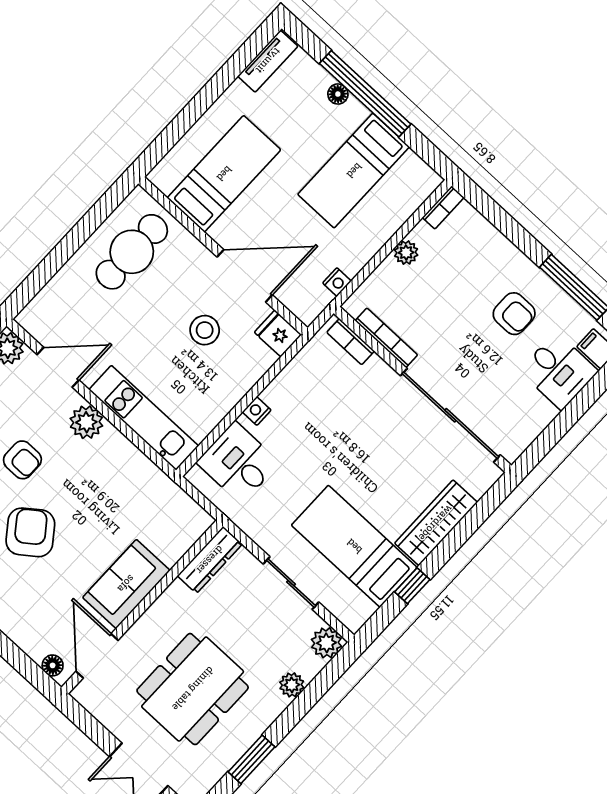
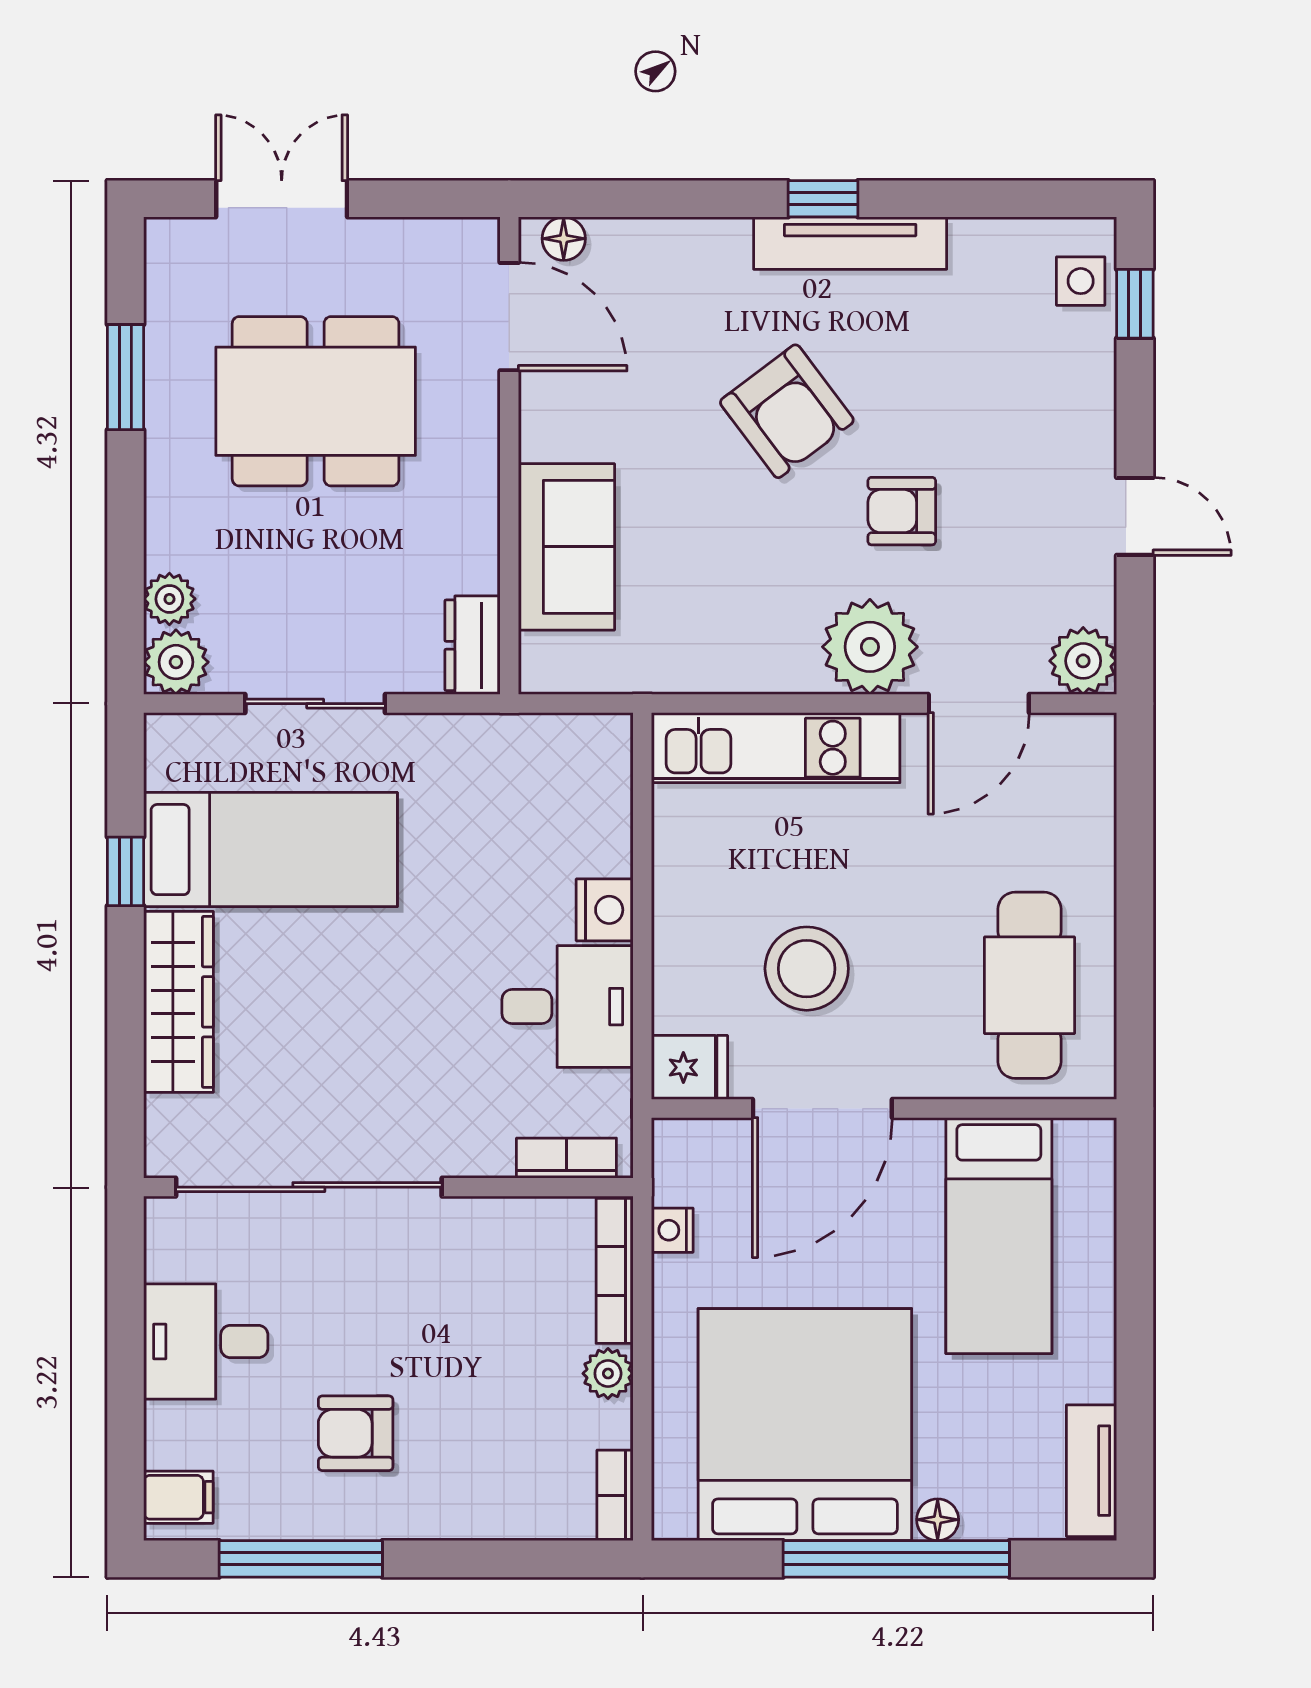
bed: (354, 171) -> (805, 1425), width x2.04
stool: (205, 330) -> (807, 969), width x1.38, depth x1.38
bookcase: (386, 338) -> (615, 1271), moved, turned 90
desk: (559, 371) -> (206, 1341), moved
nightstand: (257, 411) -> (605, 910), width x1.39, depth x1.35
plant: (86, 422) -> (870, 647), width x1.36, depth x1.36
desk: (238, 462) -> (568, 1007), moved
dresser: (210, 560) -> (472, 645), width x0.70
sofa: (126, 584) -> (566, 547), moved
plant: (292, 685) -> (169, 599), moved
dining table: (193, 689) -> (316, 401), turned 90

